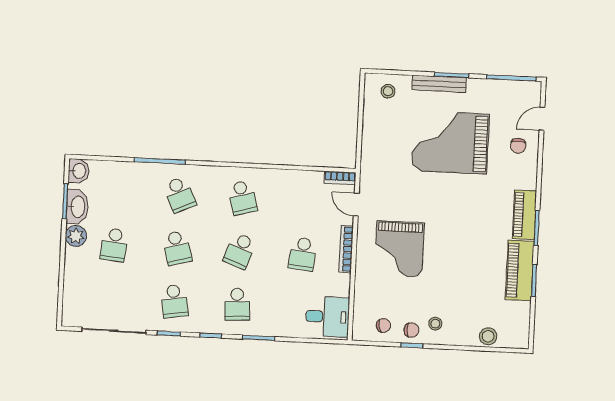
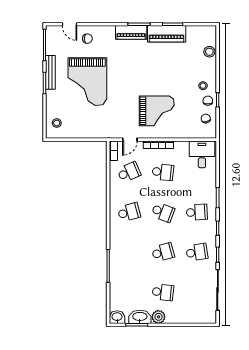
bench: (439, 84) -> (50, 72), moved
school desk: (180, 195) -> (129, 172), moved

